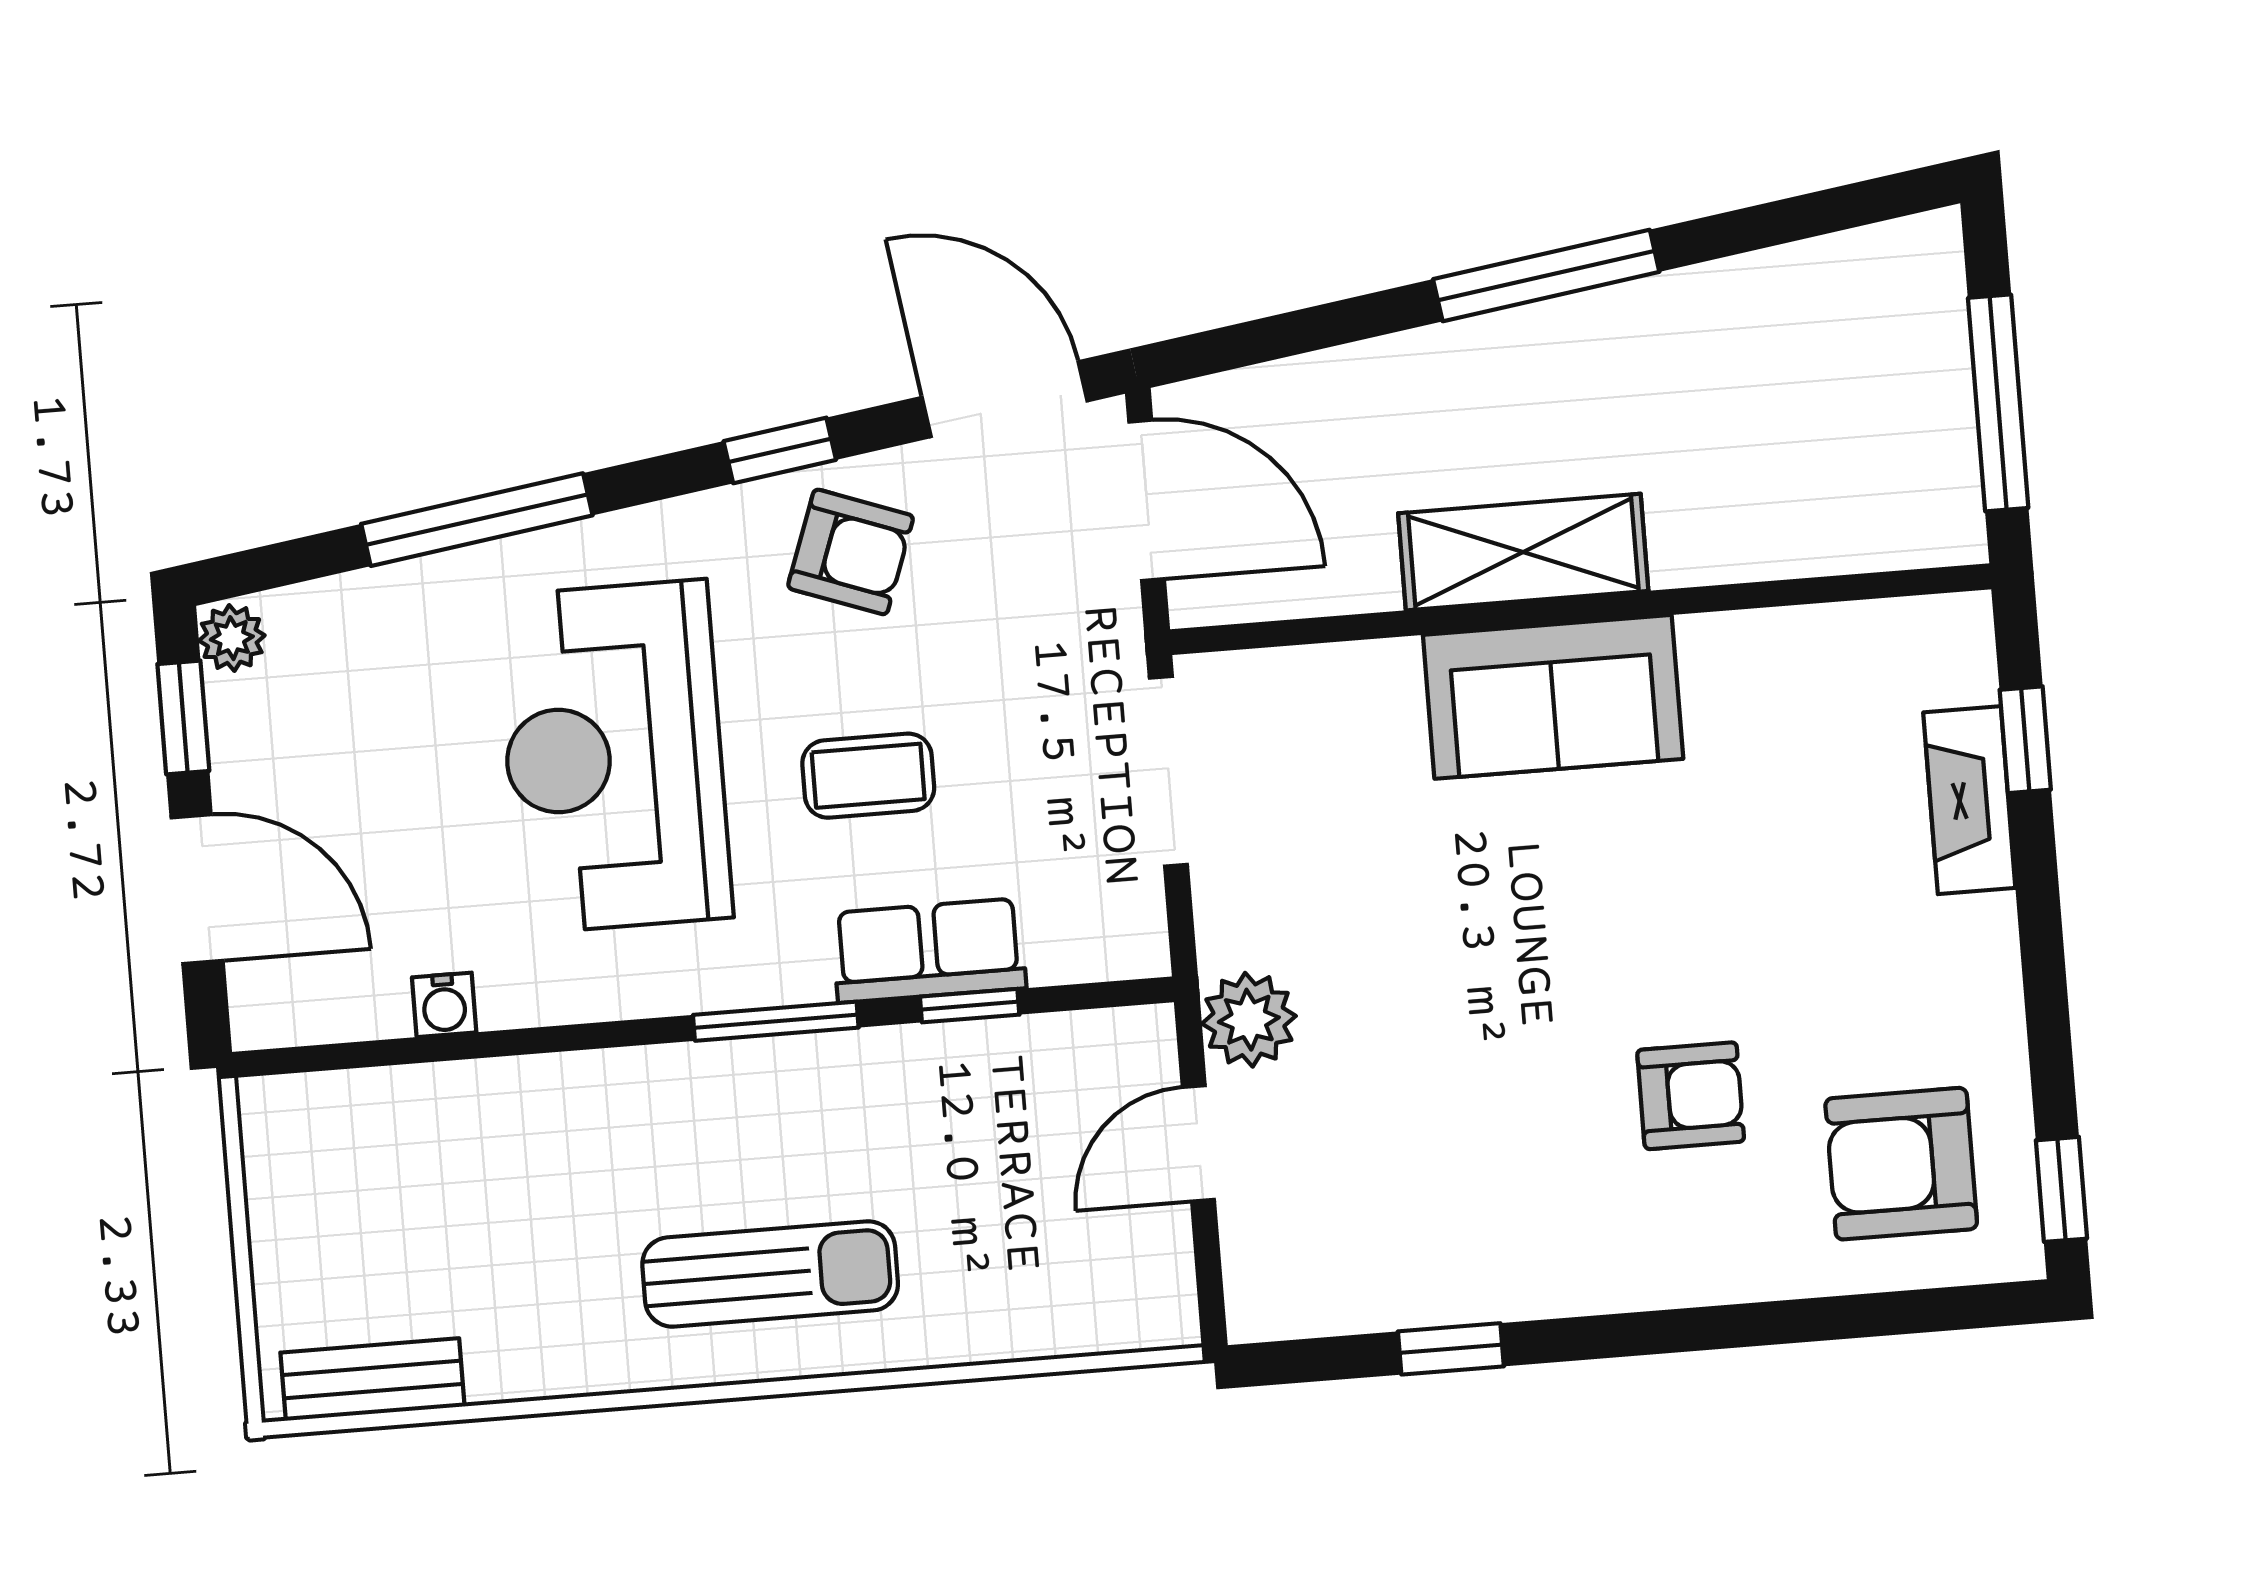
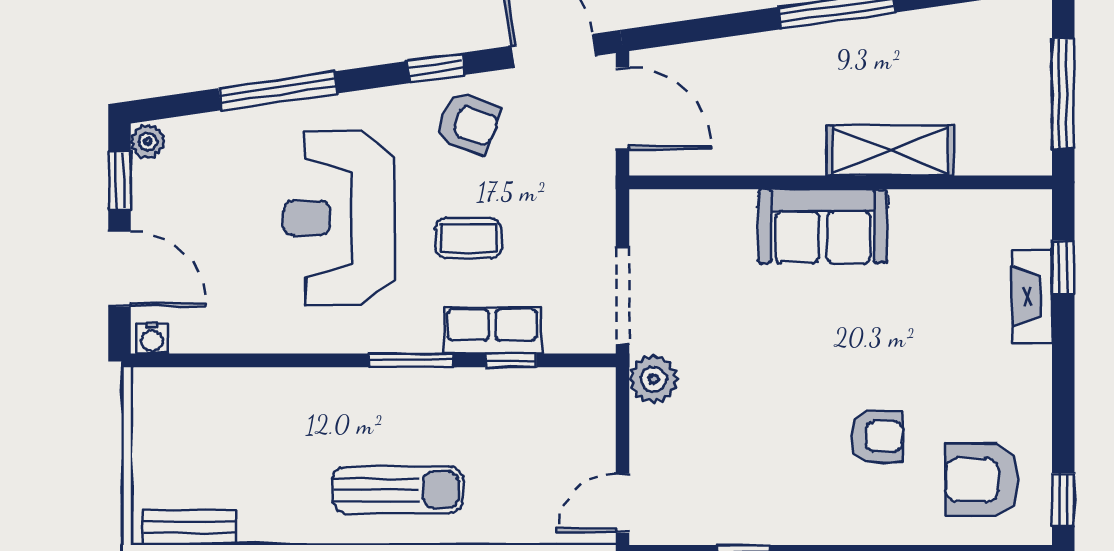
shelving: (1523, 552) -> (890, 151), moved
doorway: (1168, 771) -> (622, 296), moved
water cooler: (444, 1005) -> (152, 338), moved
door: (1198, 1143) -> (622, 503), moved

